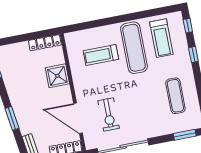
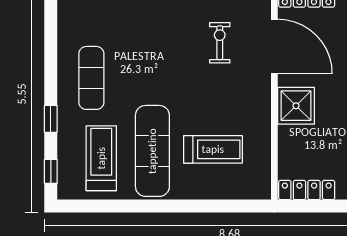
shower: (57, 76) -> (296, 106), moved
exercise mat: (175, 96) -> (91, 78), moved
exercise bike: (109, 115) -> (220, 43), width x0.73, depth x0.72

